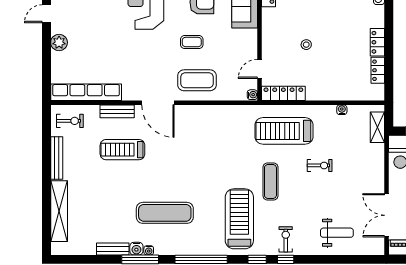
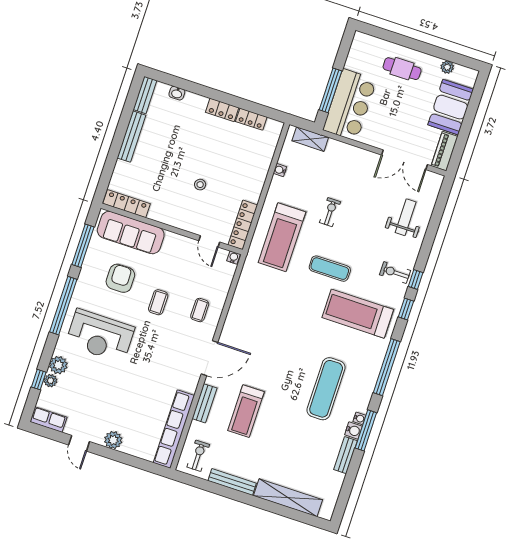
coffee table: (197, 80) -> (200, 310), width x0.54, depth x0.58

